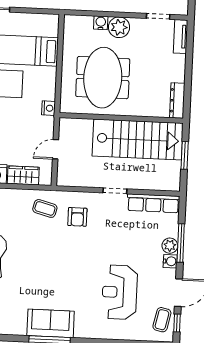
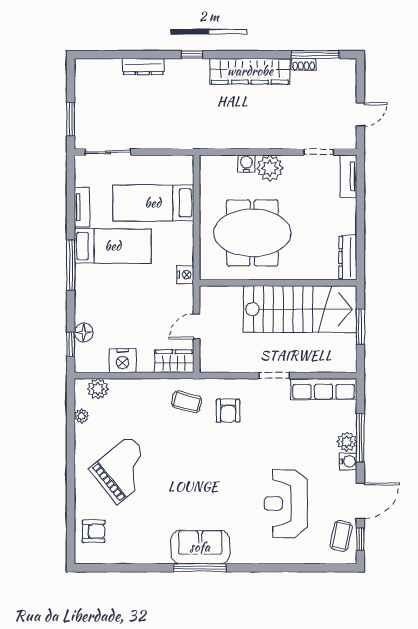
meeting table: (103, 78) -> (252, 233), turned 90
wardrobe: (23, 175) -> (174, 361), moved

